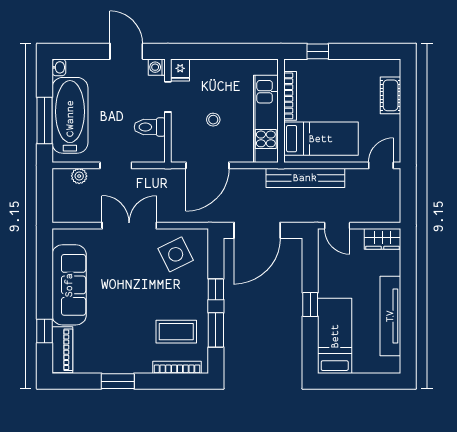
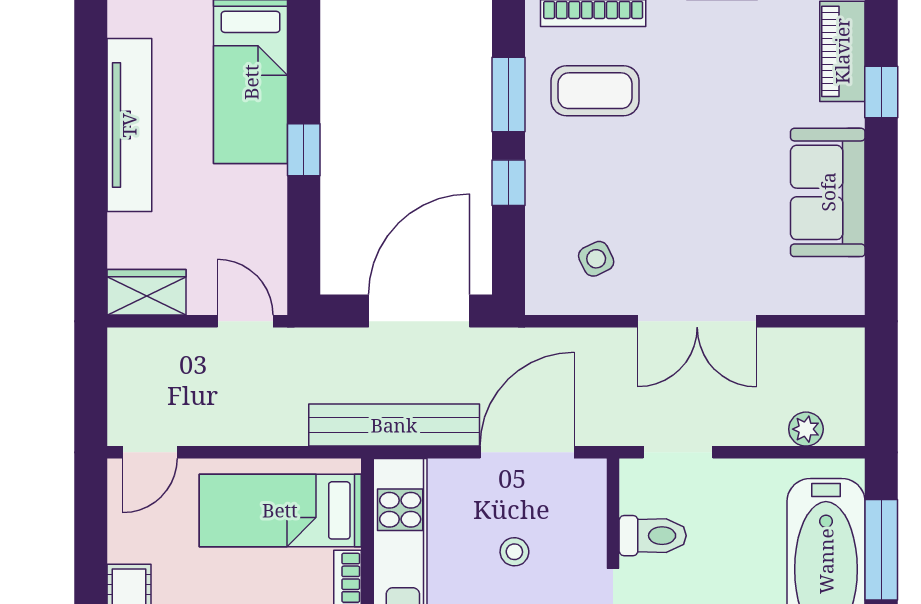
doorway: (116, 165) -> (678, 452), moved
bench: (305, 178) -> (394, 425), moved
side table: (176, 254) -> (596, 259), width x0.54, depth x0.54
sofa: (69, 285) -> (828, 192), width x0.73

